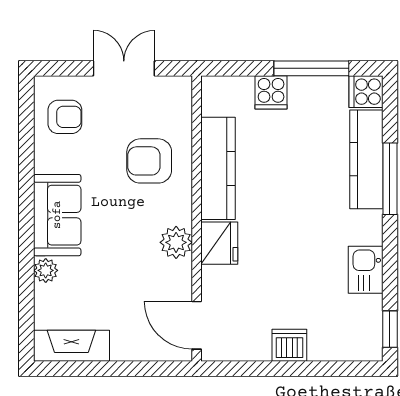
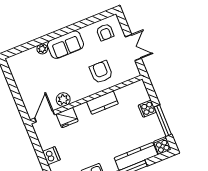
kitchen counter: (218, 168) -> (102, 103), width x0.67
plant: (176, 242) -> (63, 100), moved
fridge: (219, 243) -> (67, 118), moved
fireplace: (71, 346) -> (17, 71), removed

